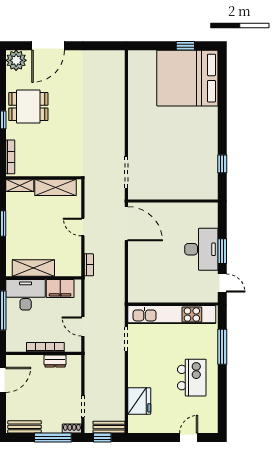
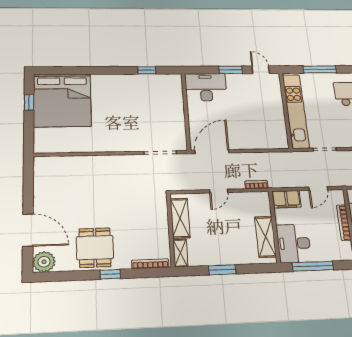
desk: (201, 249) -> (206, 87), moved
door: (222, 283) -> (261, 70), hinge flipped
filing cabinet: (60, 289) -> (286, 199), moved, turned 90

